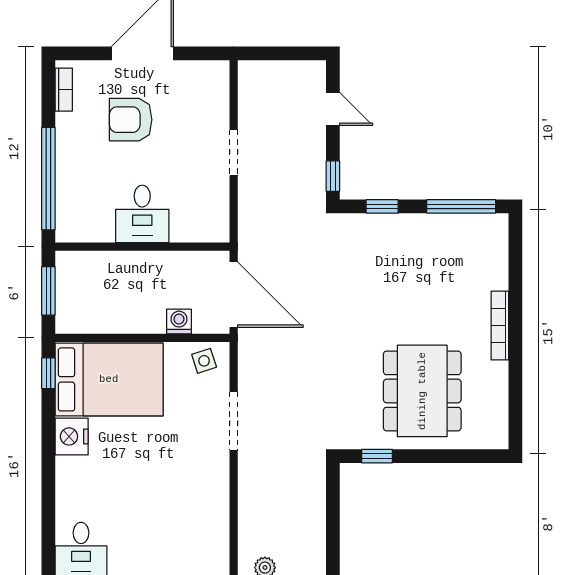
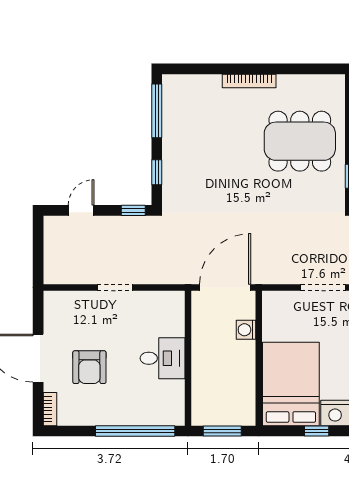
bookcase: (64, 90) -> (50, 409), moved, turned 90
side table: (204, 361) -> (276, 310), removed
window: (48, 373) -> (317, 431), moved

